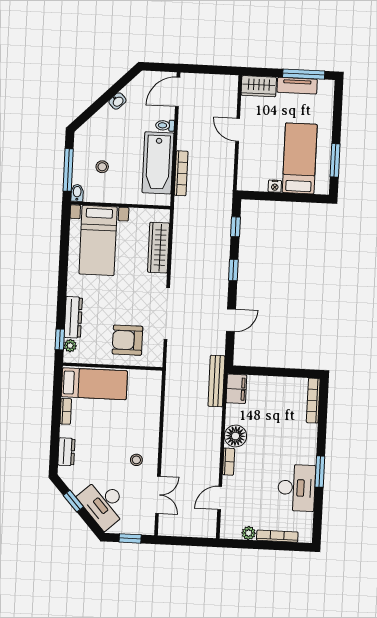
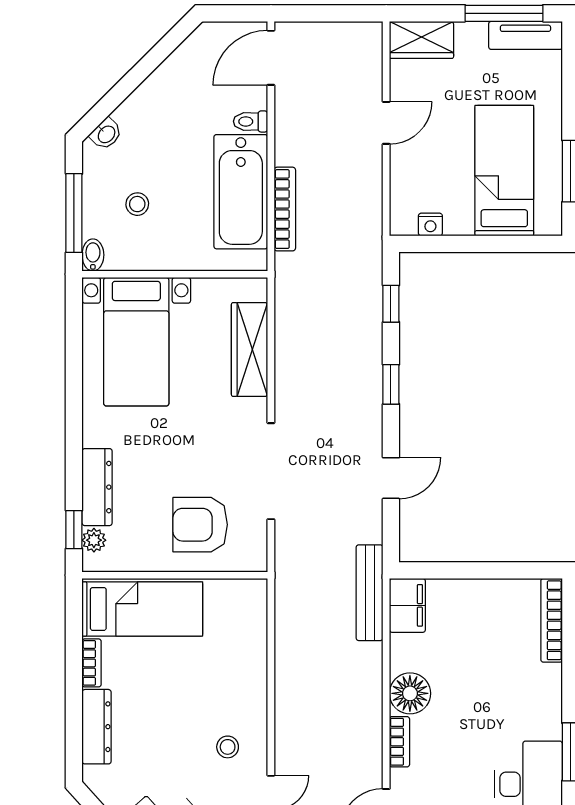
tv unit: (297, 86) -> (525, 35), moved
washbasin: (117, 101) -> (106, 134), moved
door: (238, 130) -> (386, 123), swing flipped
nightstand: (275, 186) -> (430, 225), moved
dresser: (66, 452) -> (97, 727), width x1.44

